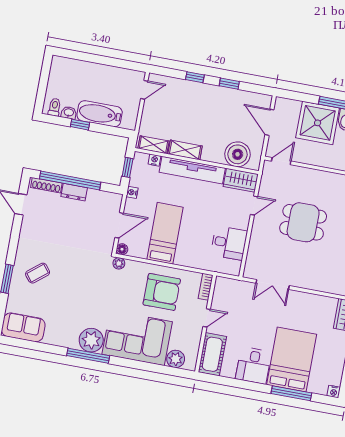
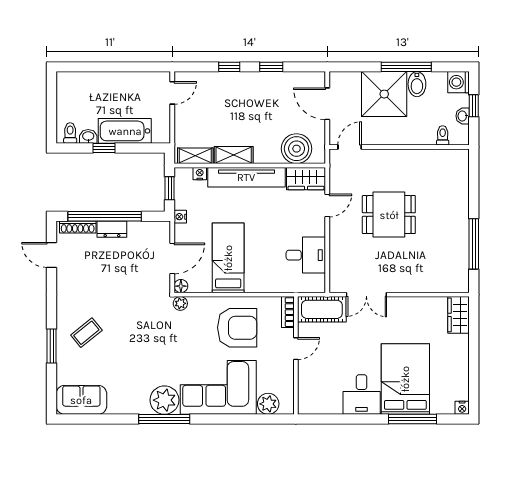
cot: (212, 354) -> (322, 309), moved, turned 90

